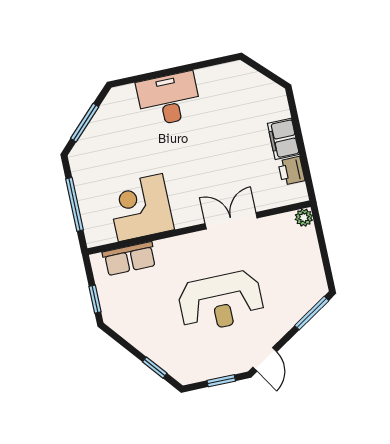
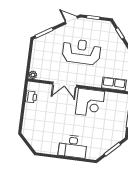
filing cabinet: (283, 139) -> (30, 112), removed
corner desk: (140, 208) -> (90, 103), moved
door: (265, 359) -> (71, 20), hinge flipped

